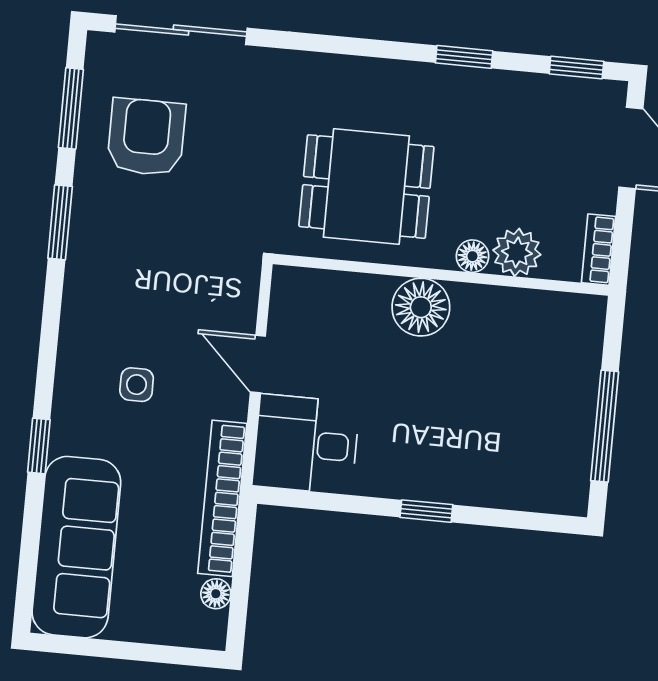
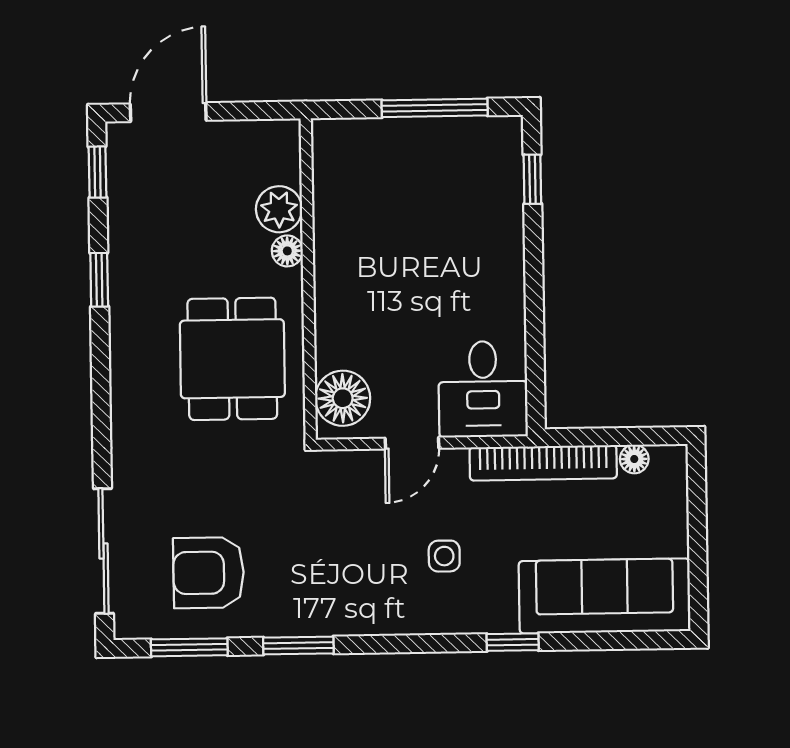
bookcase: (599, 250) -> (268, 132), removed
floor lamp: (421, 307) -> (343, 398), moved
window: (426, 511) -> (532, 179), moved

